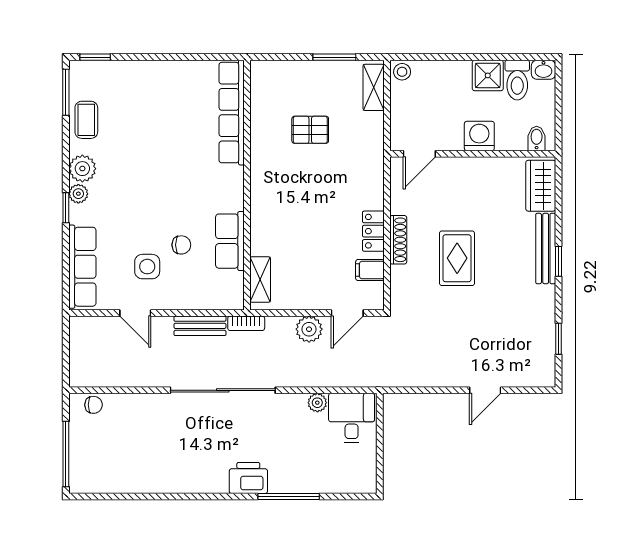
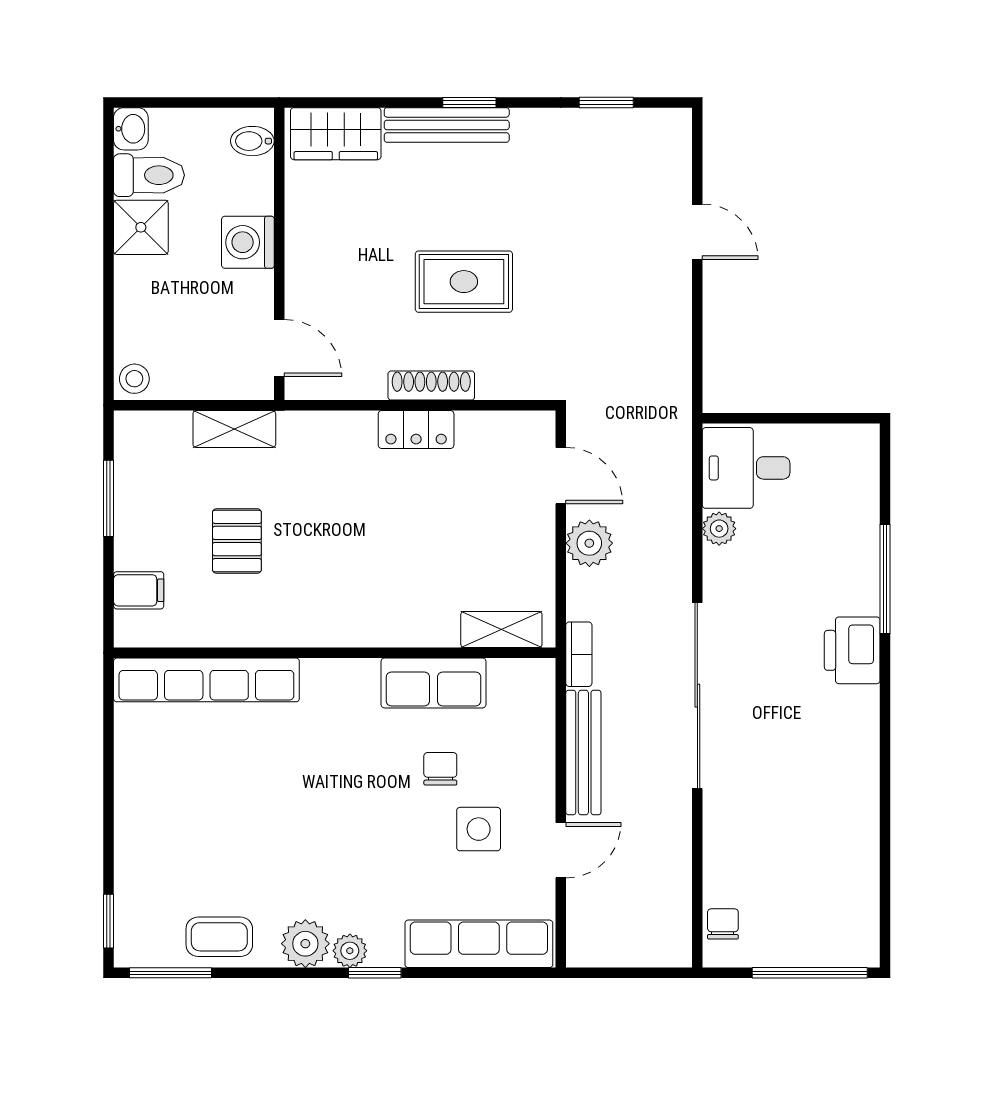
shelving: (374, 87) -> (234, 429), moved
filing cabinet: (370, 270) -> (139, 590), moved, turned -90
bench: (200, 326) -> (583, 753), width x1.36

